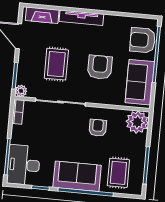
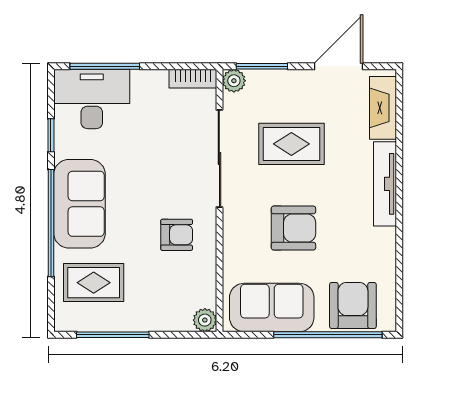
plant: (137, 122) -> (205, 320), width x0.53, depth x0.53

